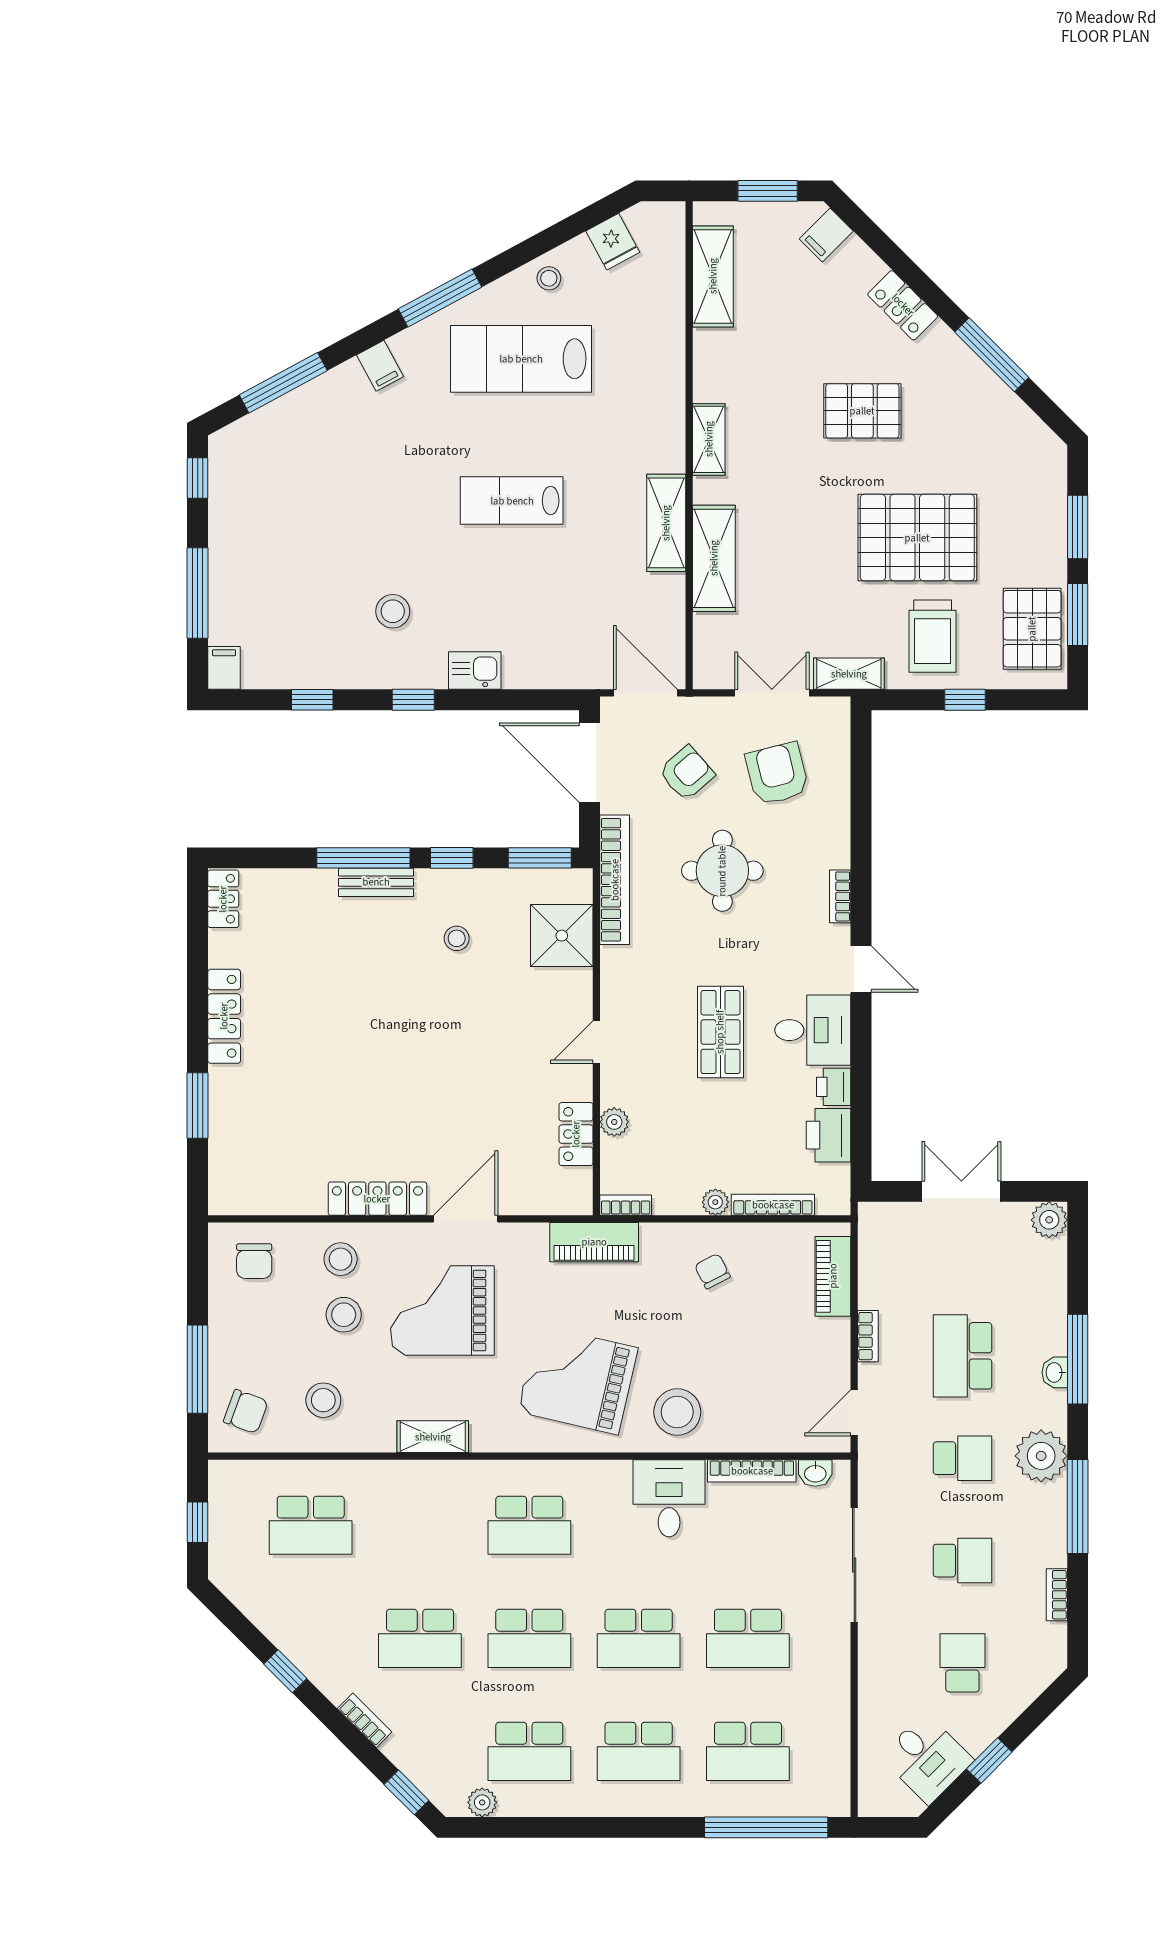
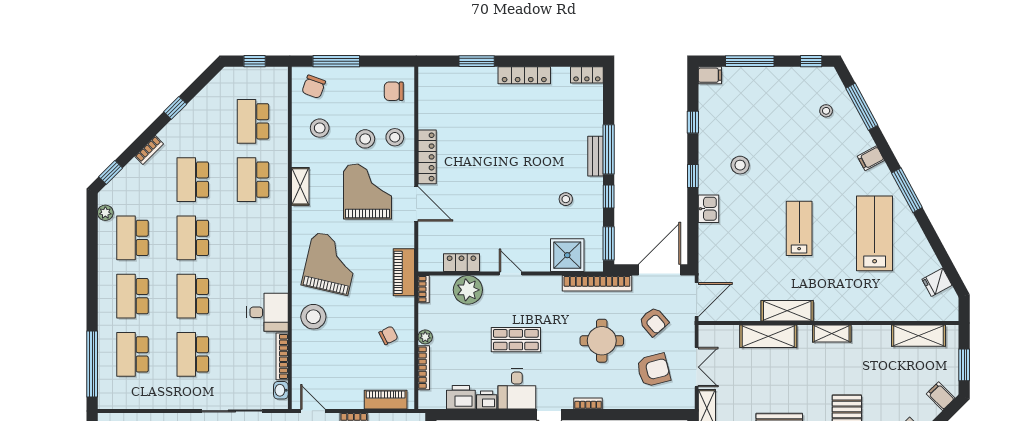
stool: (549, 278) -> (826, 111), moved
plant: (614, 1122) -> (468, 290), width x1.87, depth x1.87
school desk: (529, 1525) -> (253, 180), moved

